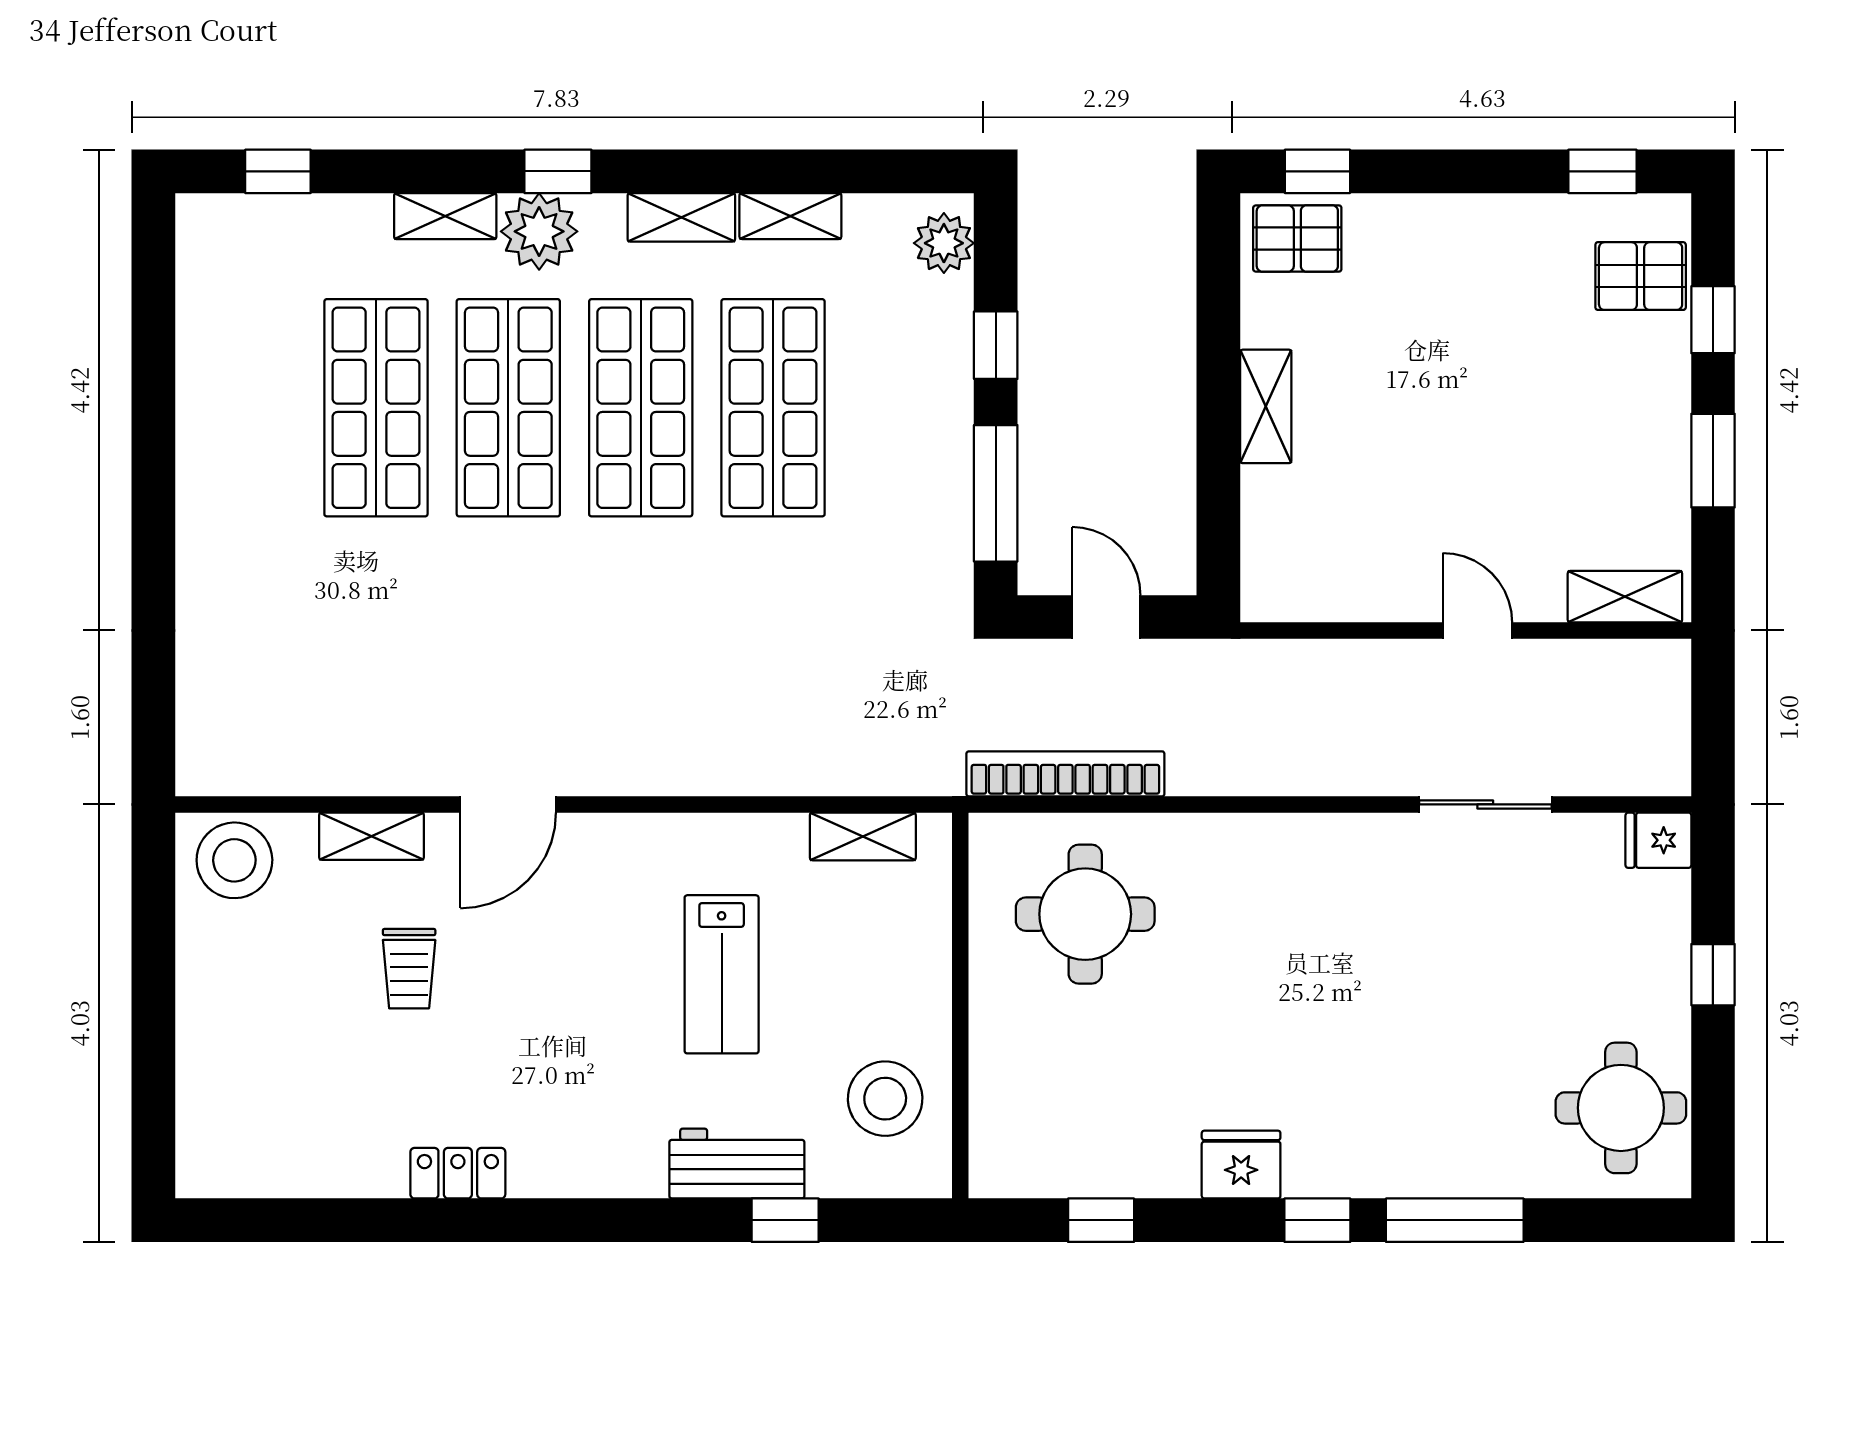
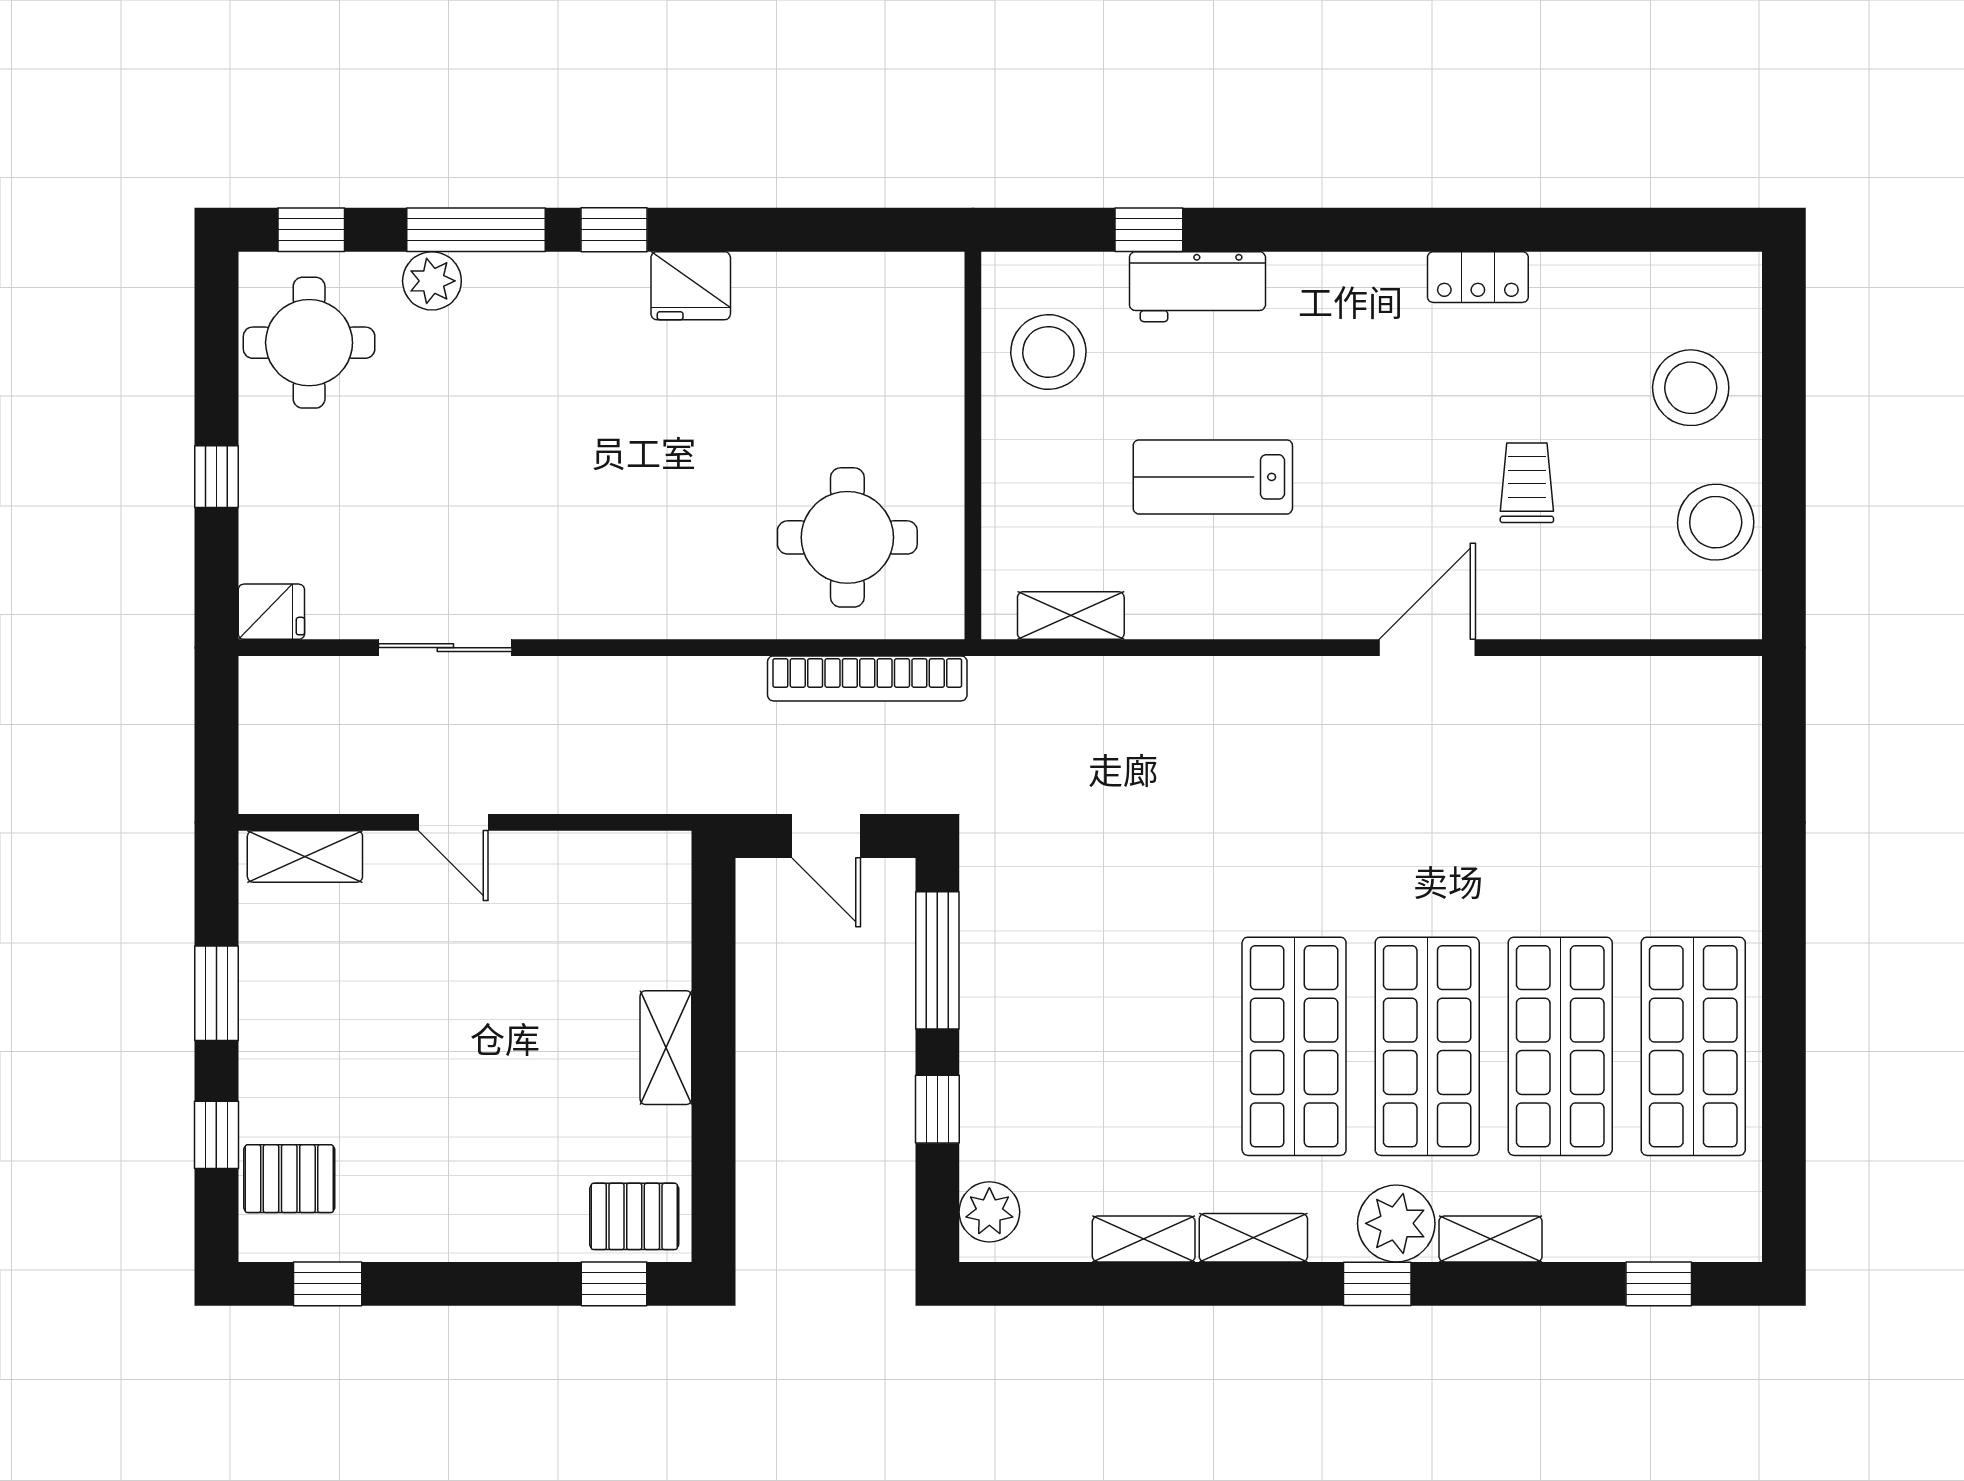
shop shelf: (773, 408) -> (1693, 1046), moved
shelving: (371, 836) -> (1565, 616), removed
stool: (234, 860) -> (1716, 522), moved
lab bench: (722, 974) -> (1213, 477), turned -90
stool: (246, 1063) -> (1691, 388), added
plant: (1499, 1169) -> (432, 281), added
window: (1101, 1220) -> (311, 230), moved

